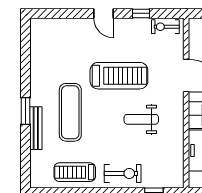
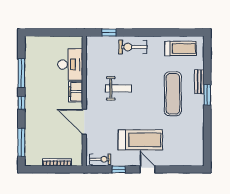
treadmill: (119, 76) -> (140, 140), moved, turned 180
bench: (36, 128) -> (199, 82), width x0.73
treadmill: (75, 172) -> (181, 48), moved

